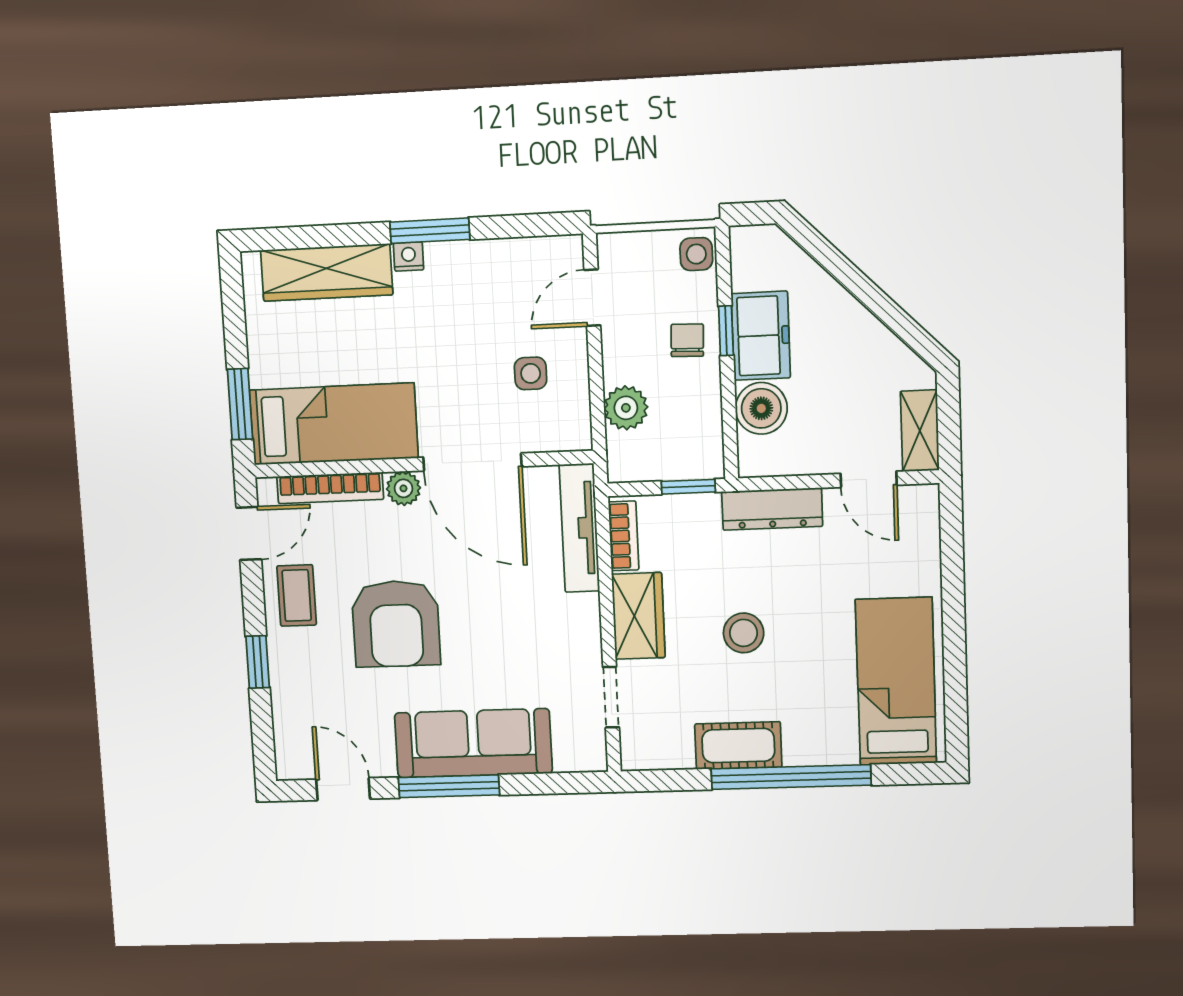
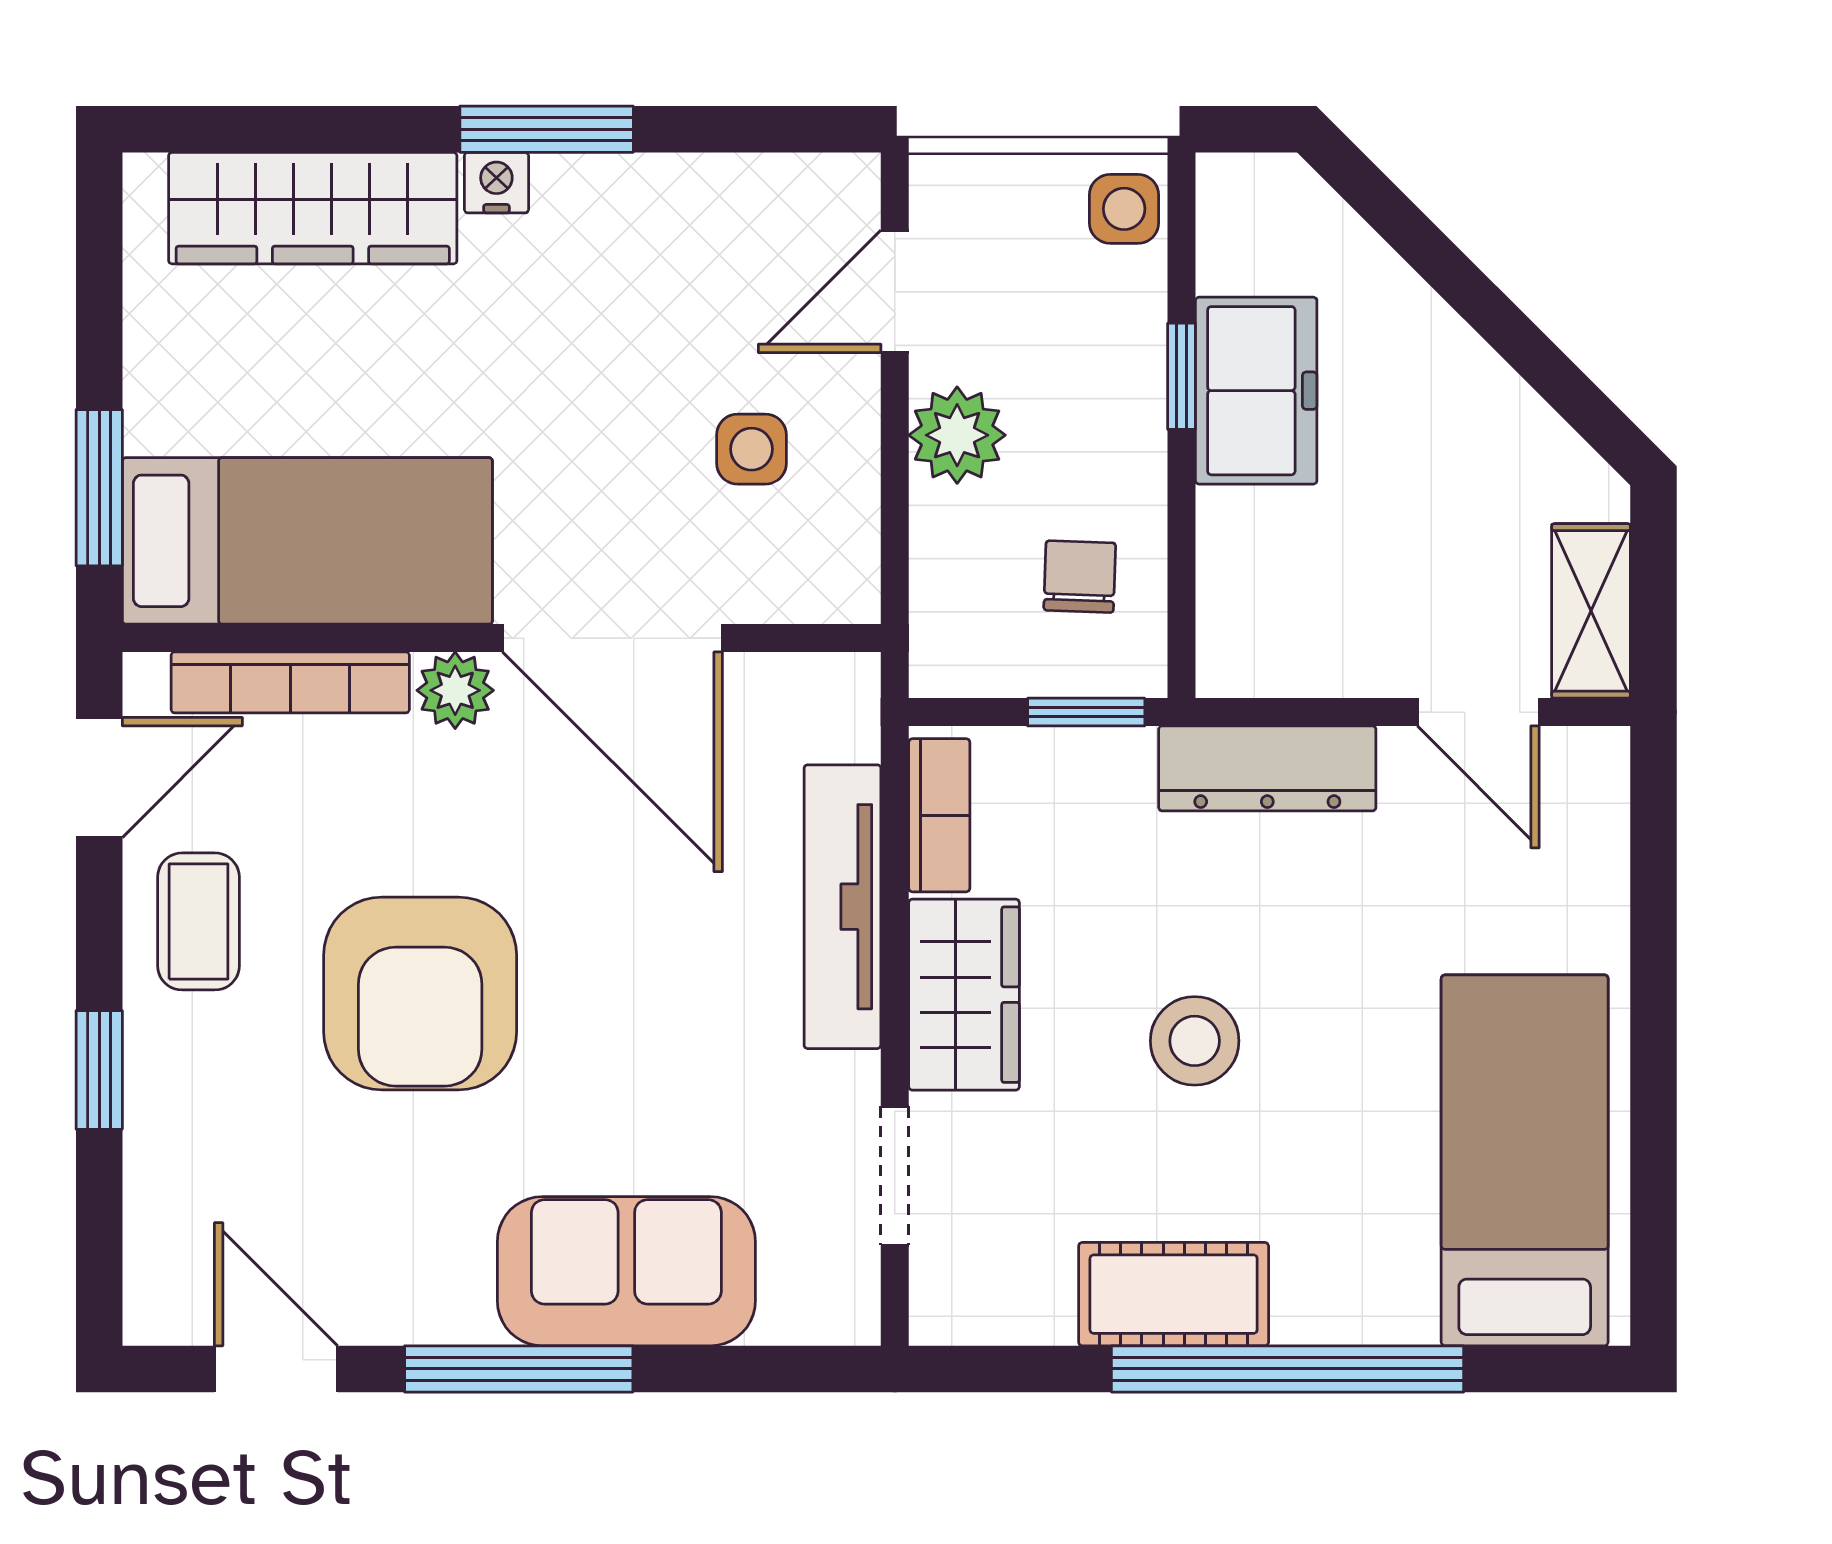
chair: (687, 340) -> (1080, 577), moved
plant: (626, 408) -> (957, 435), moved
boiler: (761, 408) -> (1252, 548), removed
tv unit: (579, 528) -> (842, 907), moved
sofa: (473, 743) -> (626, 1271), width x0.73

